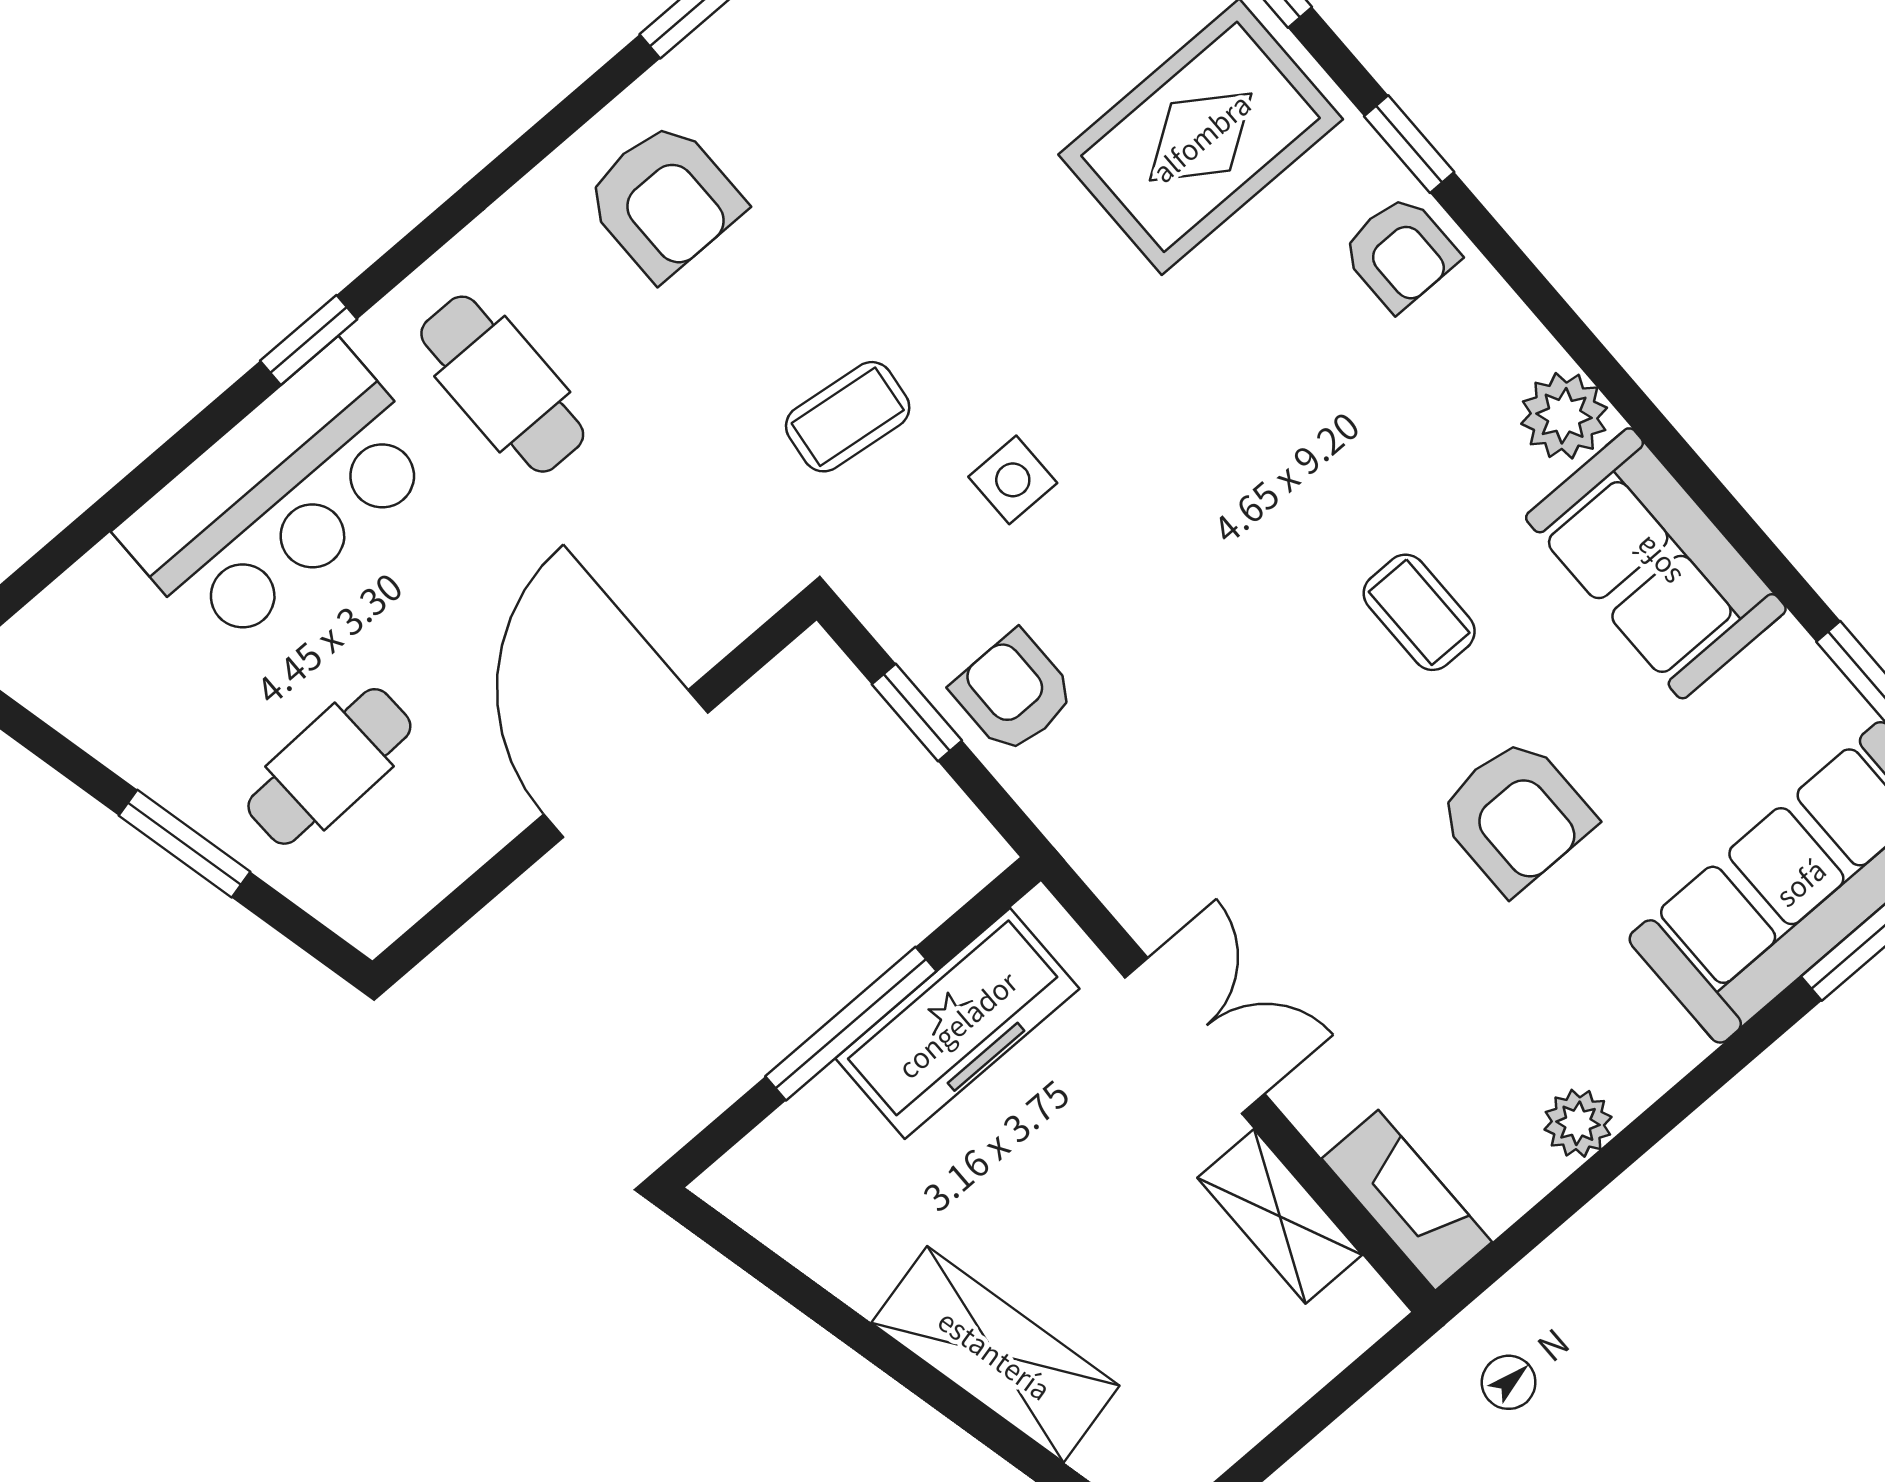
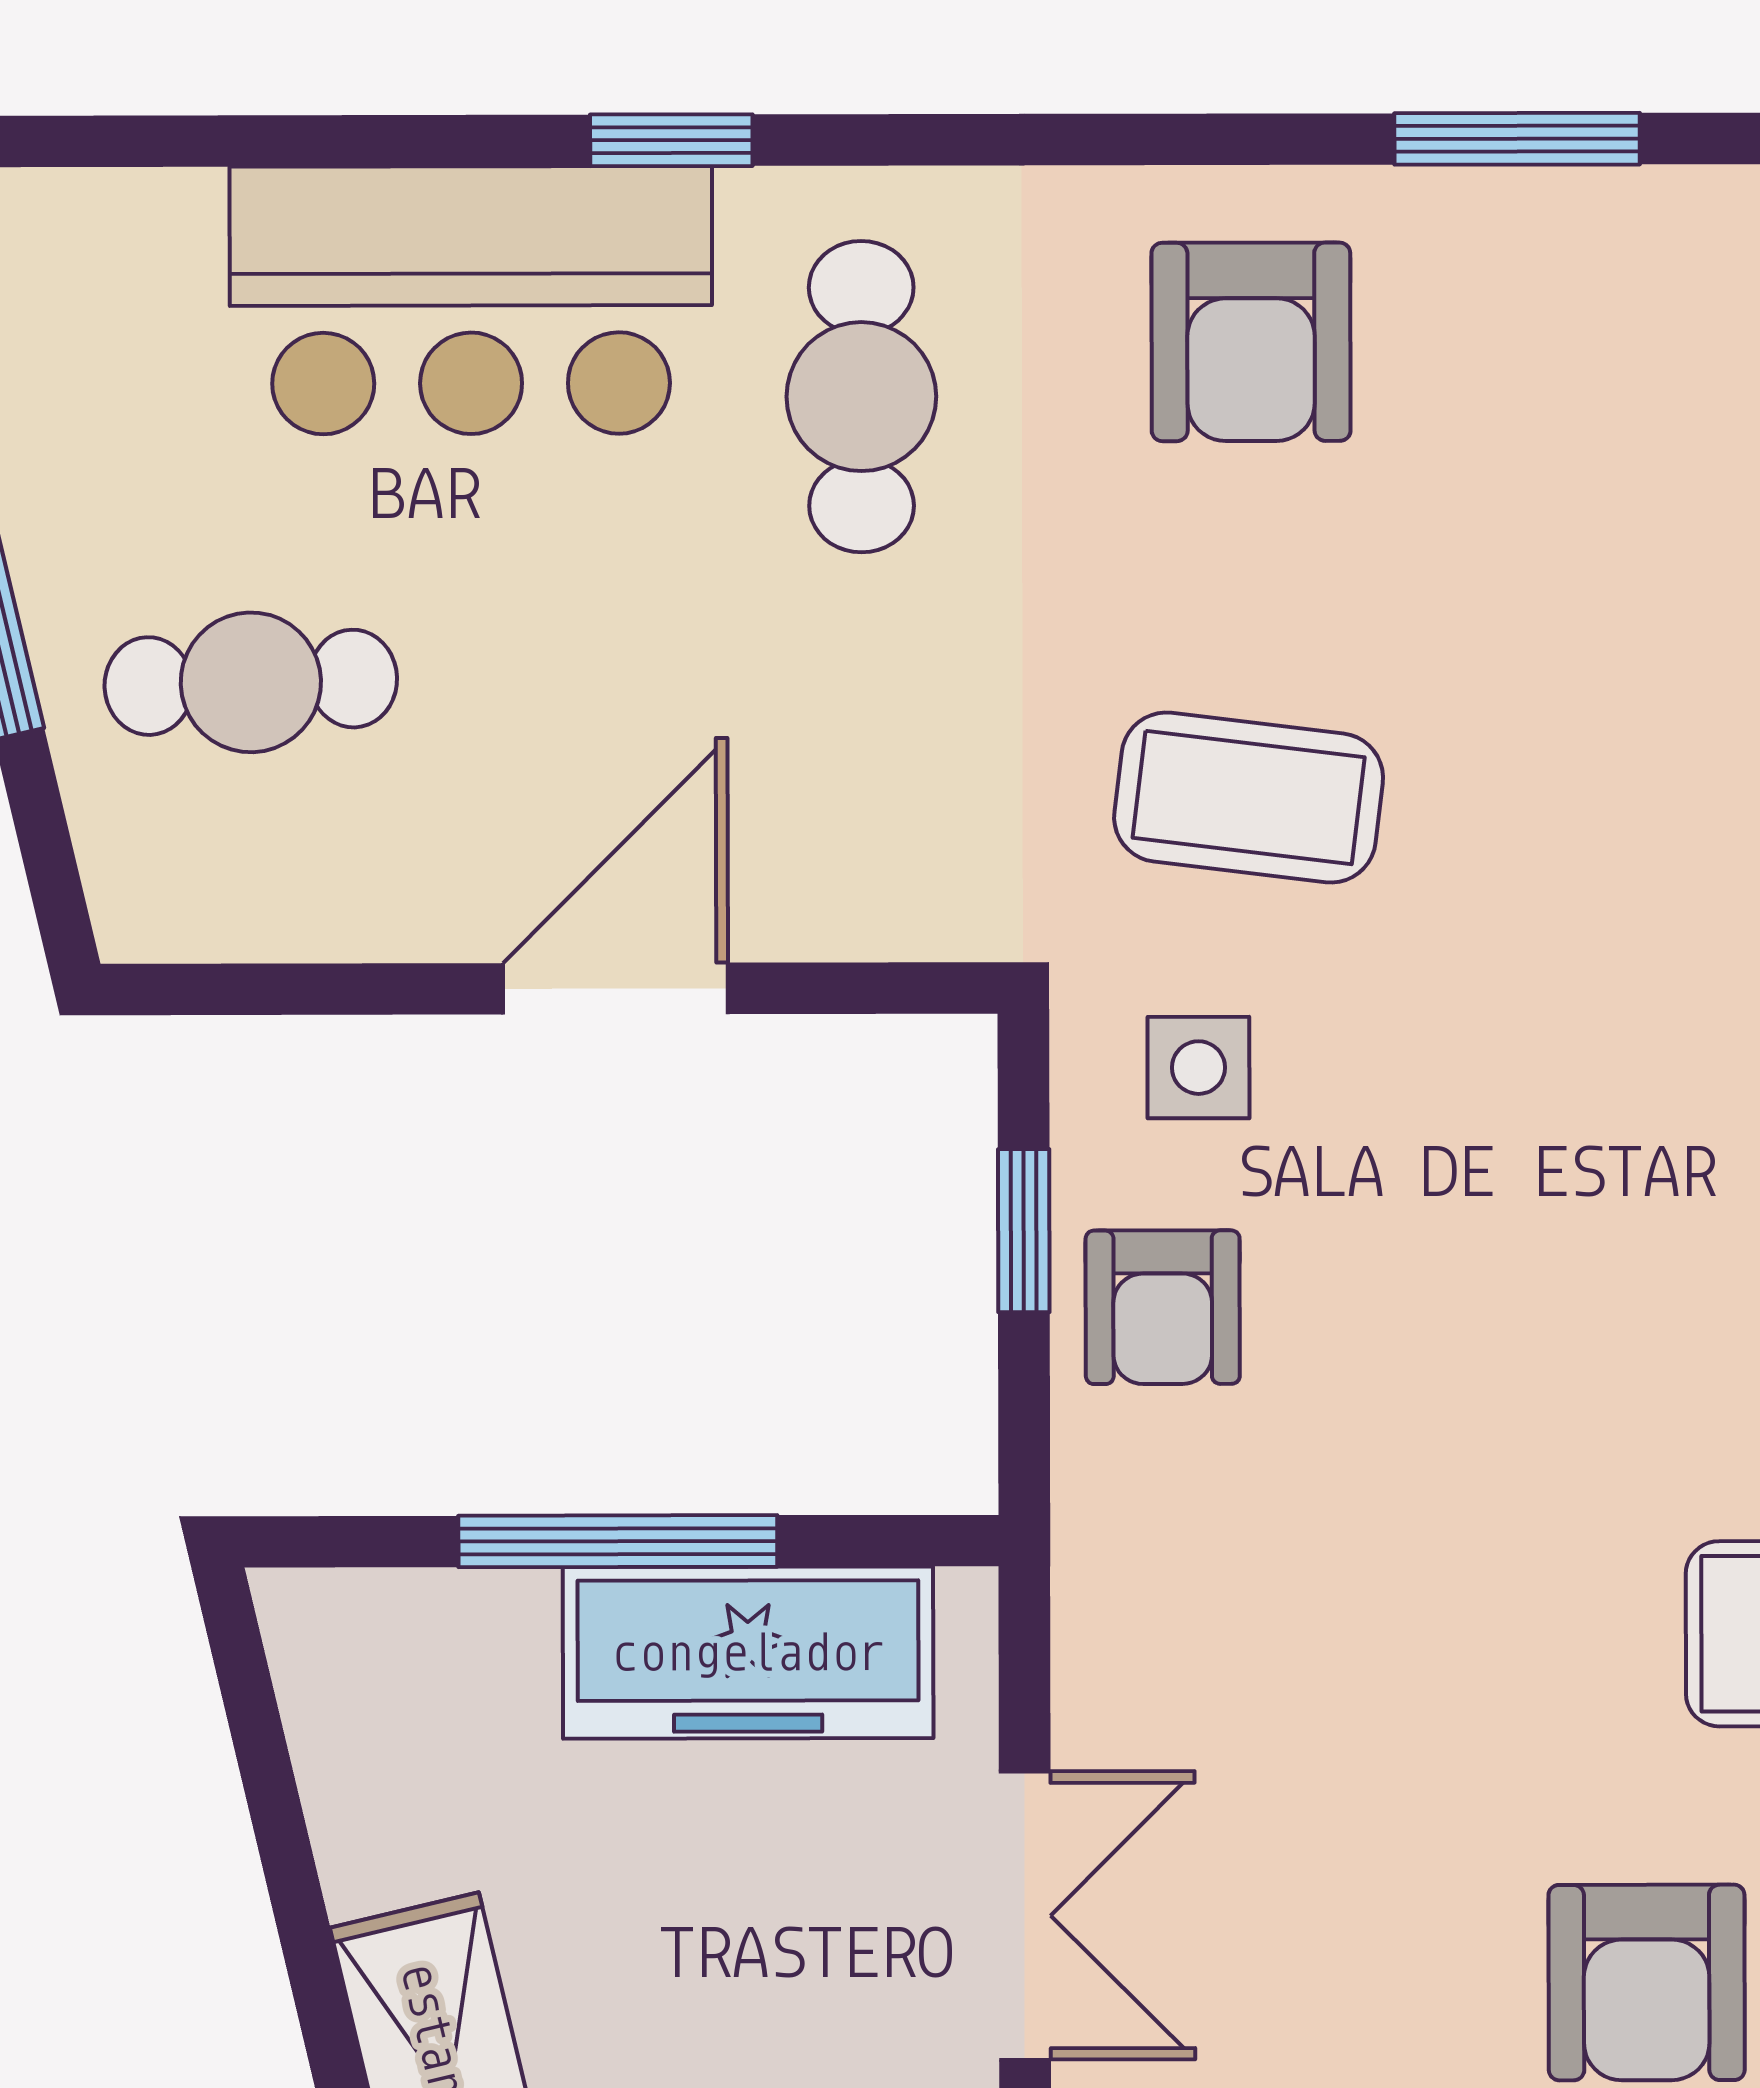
coffee table: (848, 417) -> (1249, 798), width x1.36, depth x1.30
side table: (1013, 480) -> (1198, 1068), moved
armchair: (1013, 692) -> (1163, 1307), turned 180
door: (626, 763) -> (616, 989), width x0.73

